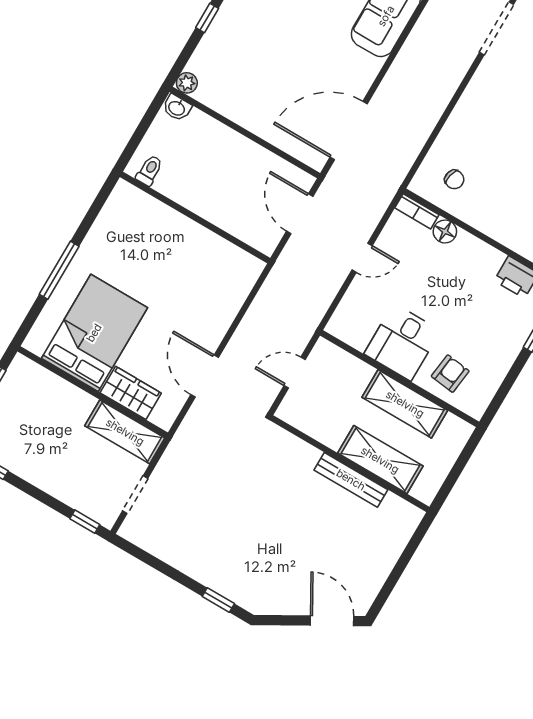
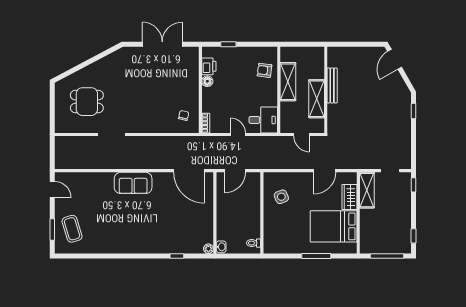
floor lamp: (445, 231) -> (207, 81), moved
side table: (204, 270) -> (281, 197), added
desk: (402, 342) -> (263, 120), moved
shelving: (380, 460) -> (317, 99), moved

